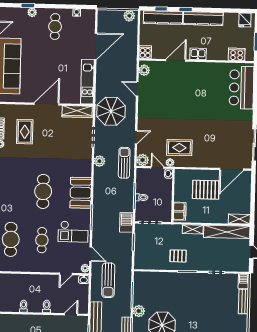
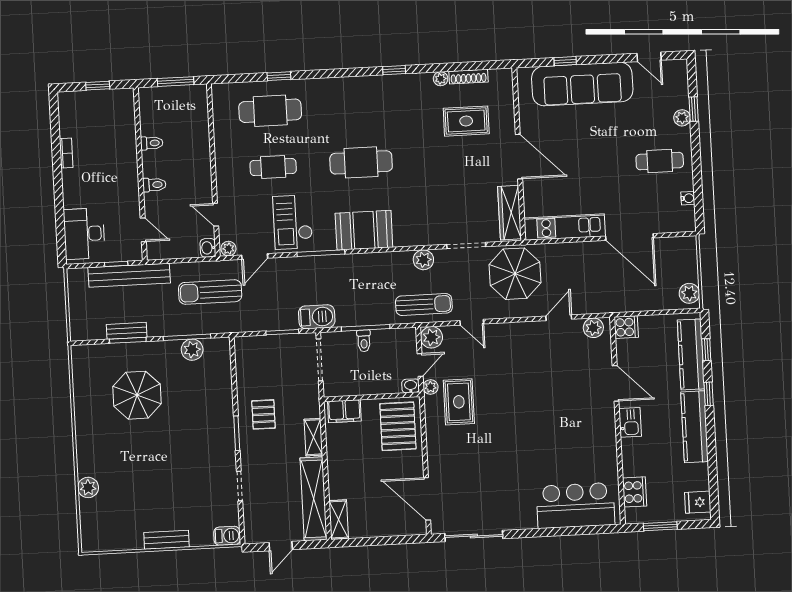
pallet: (206, 190) -> (398, 426), moved
bench: (243, 302) -> (167, 540), moved
plant: (139, 311) -> (192, 350), moved

